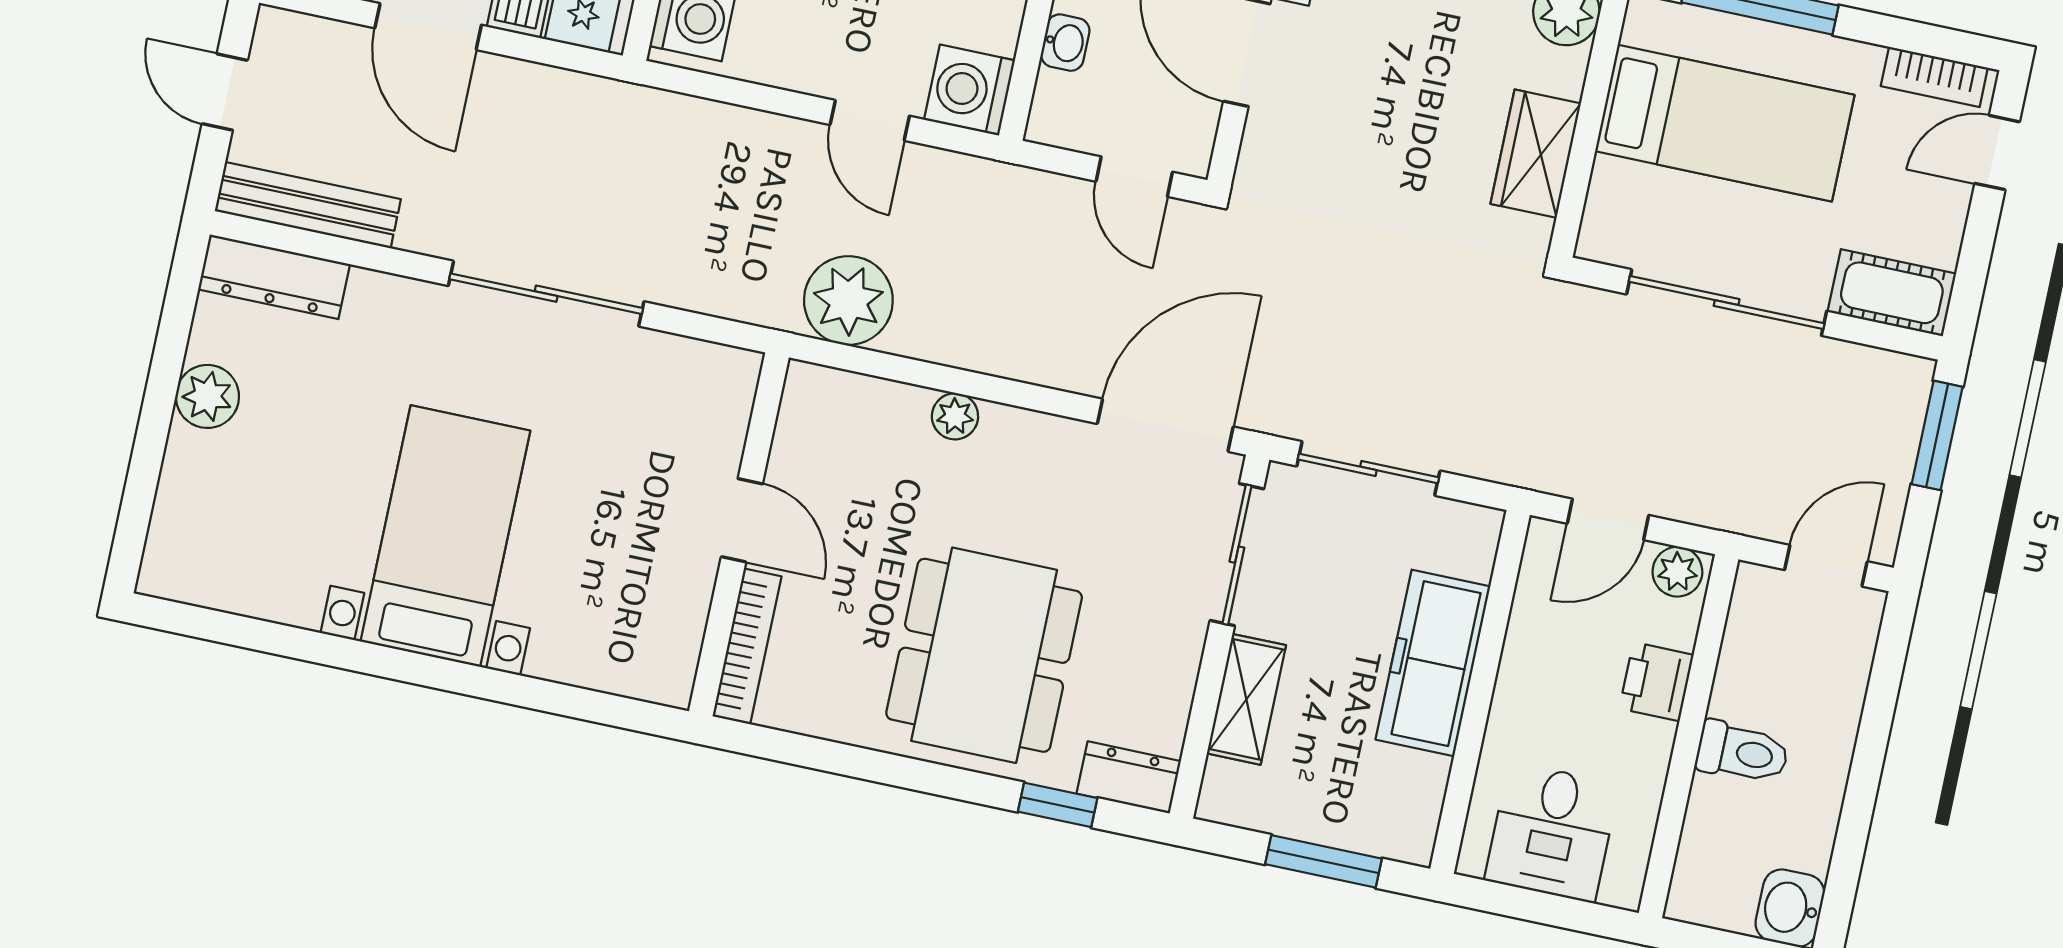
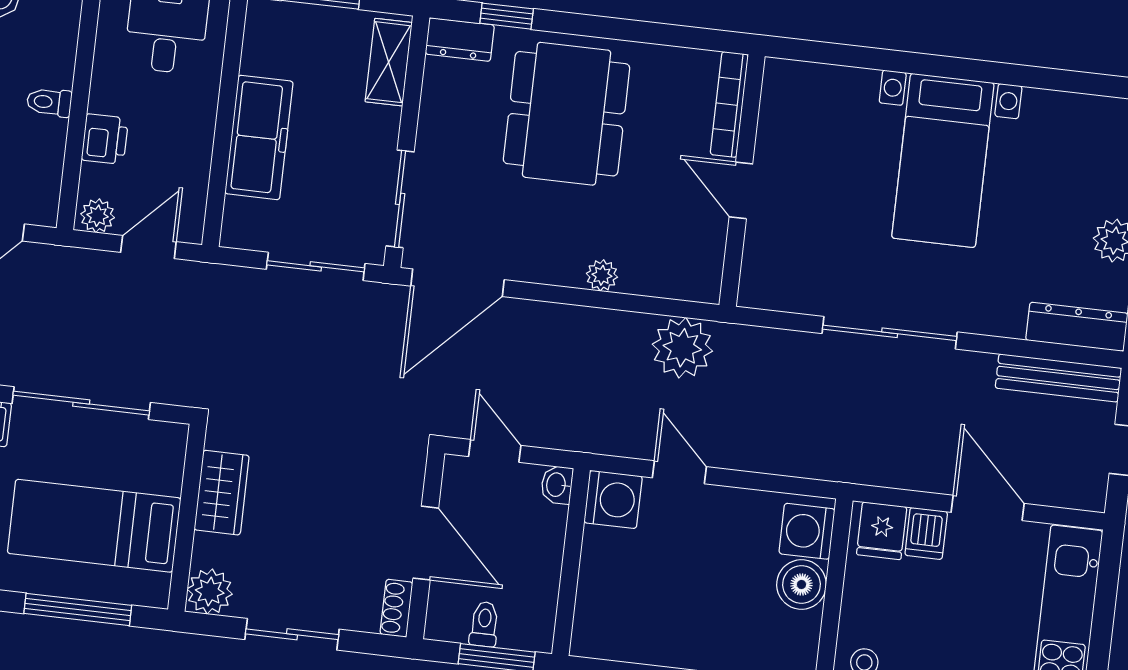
washbasin: (1065, 43) -> (557, 485), moved
shelving: (1246, 699) -> (389, 62), moved
toilet: (1742, 752) -> (49, 102), width x0.73, depth x0.72

